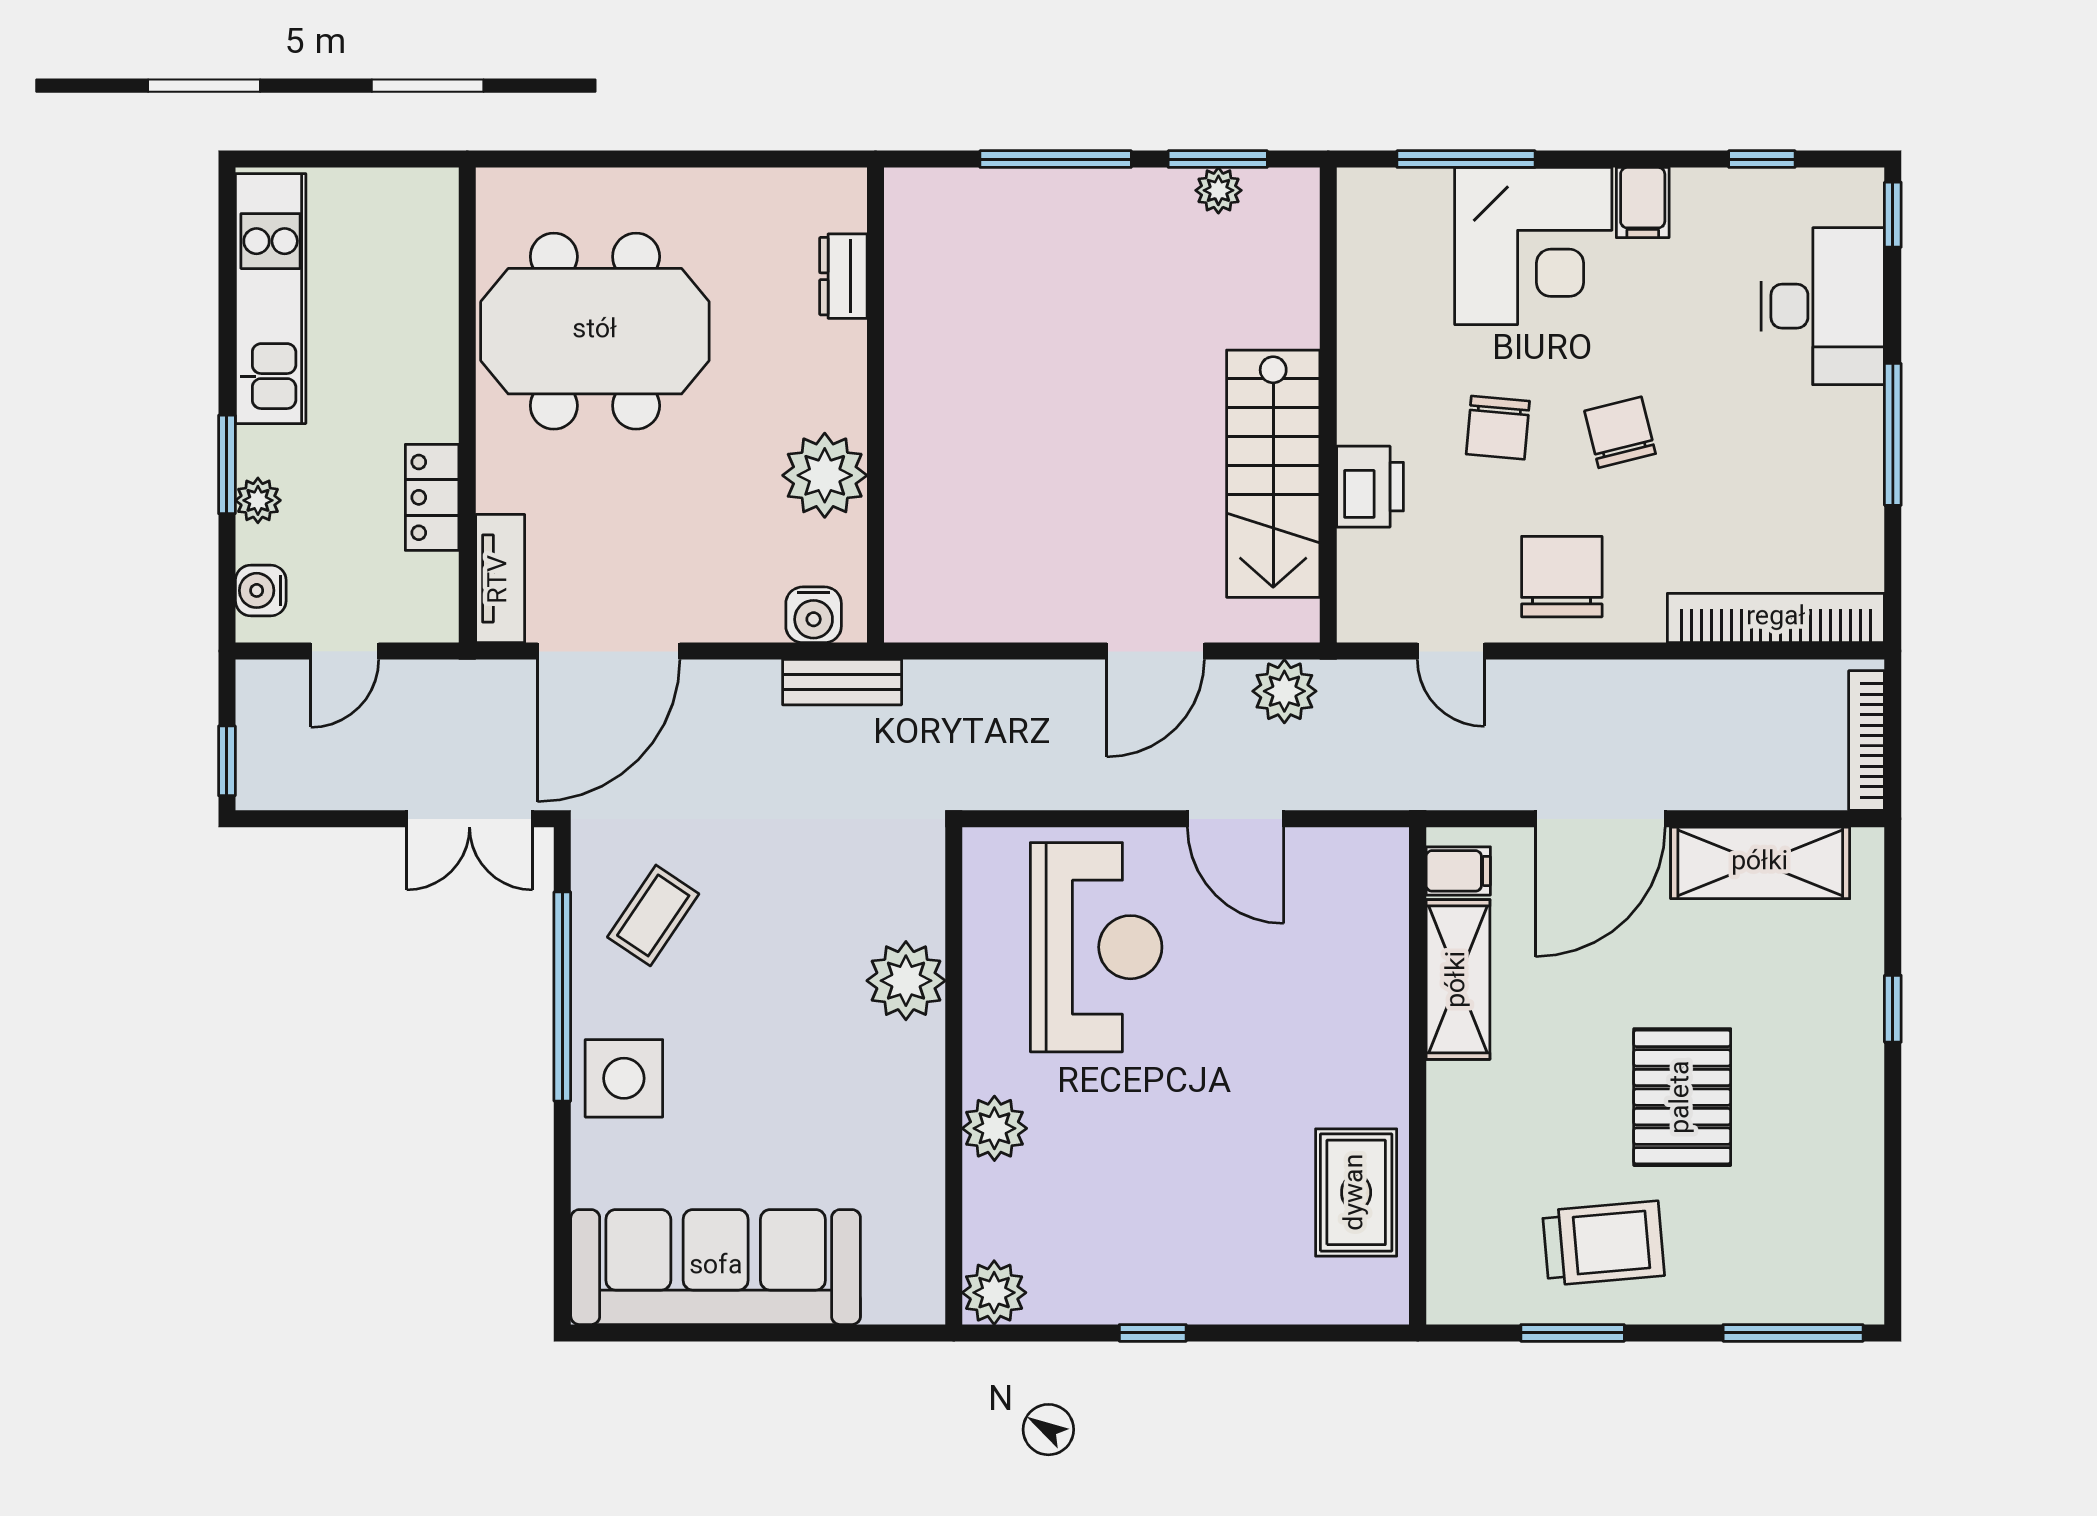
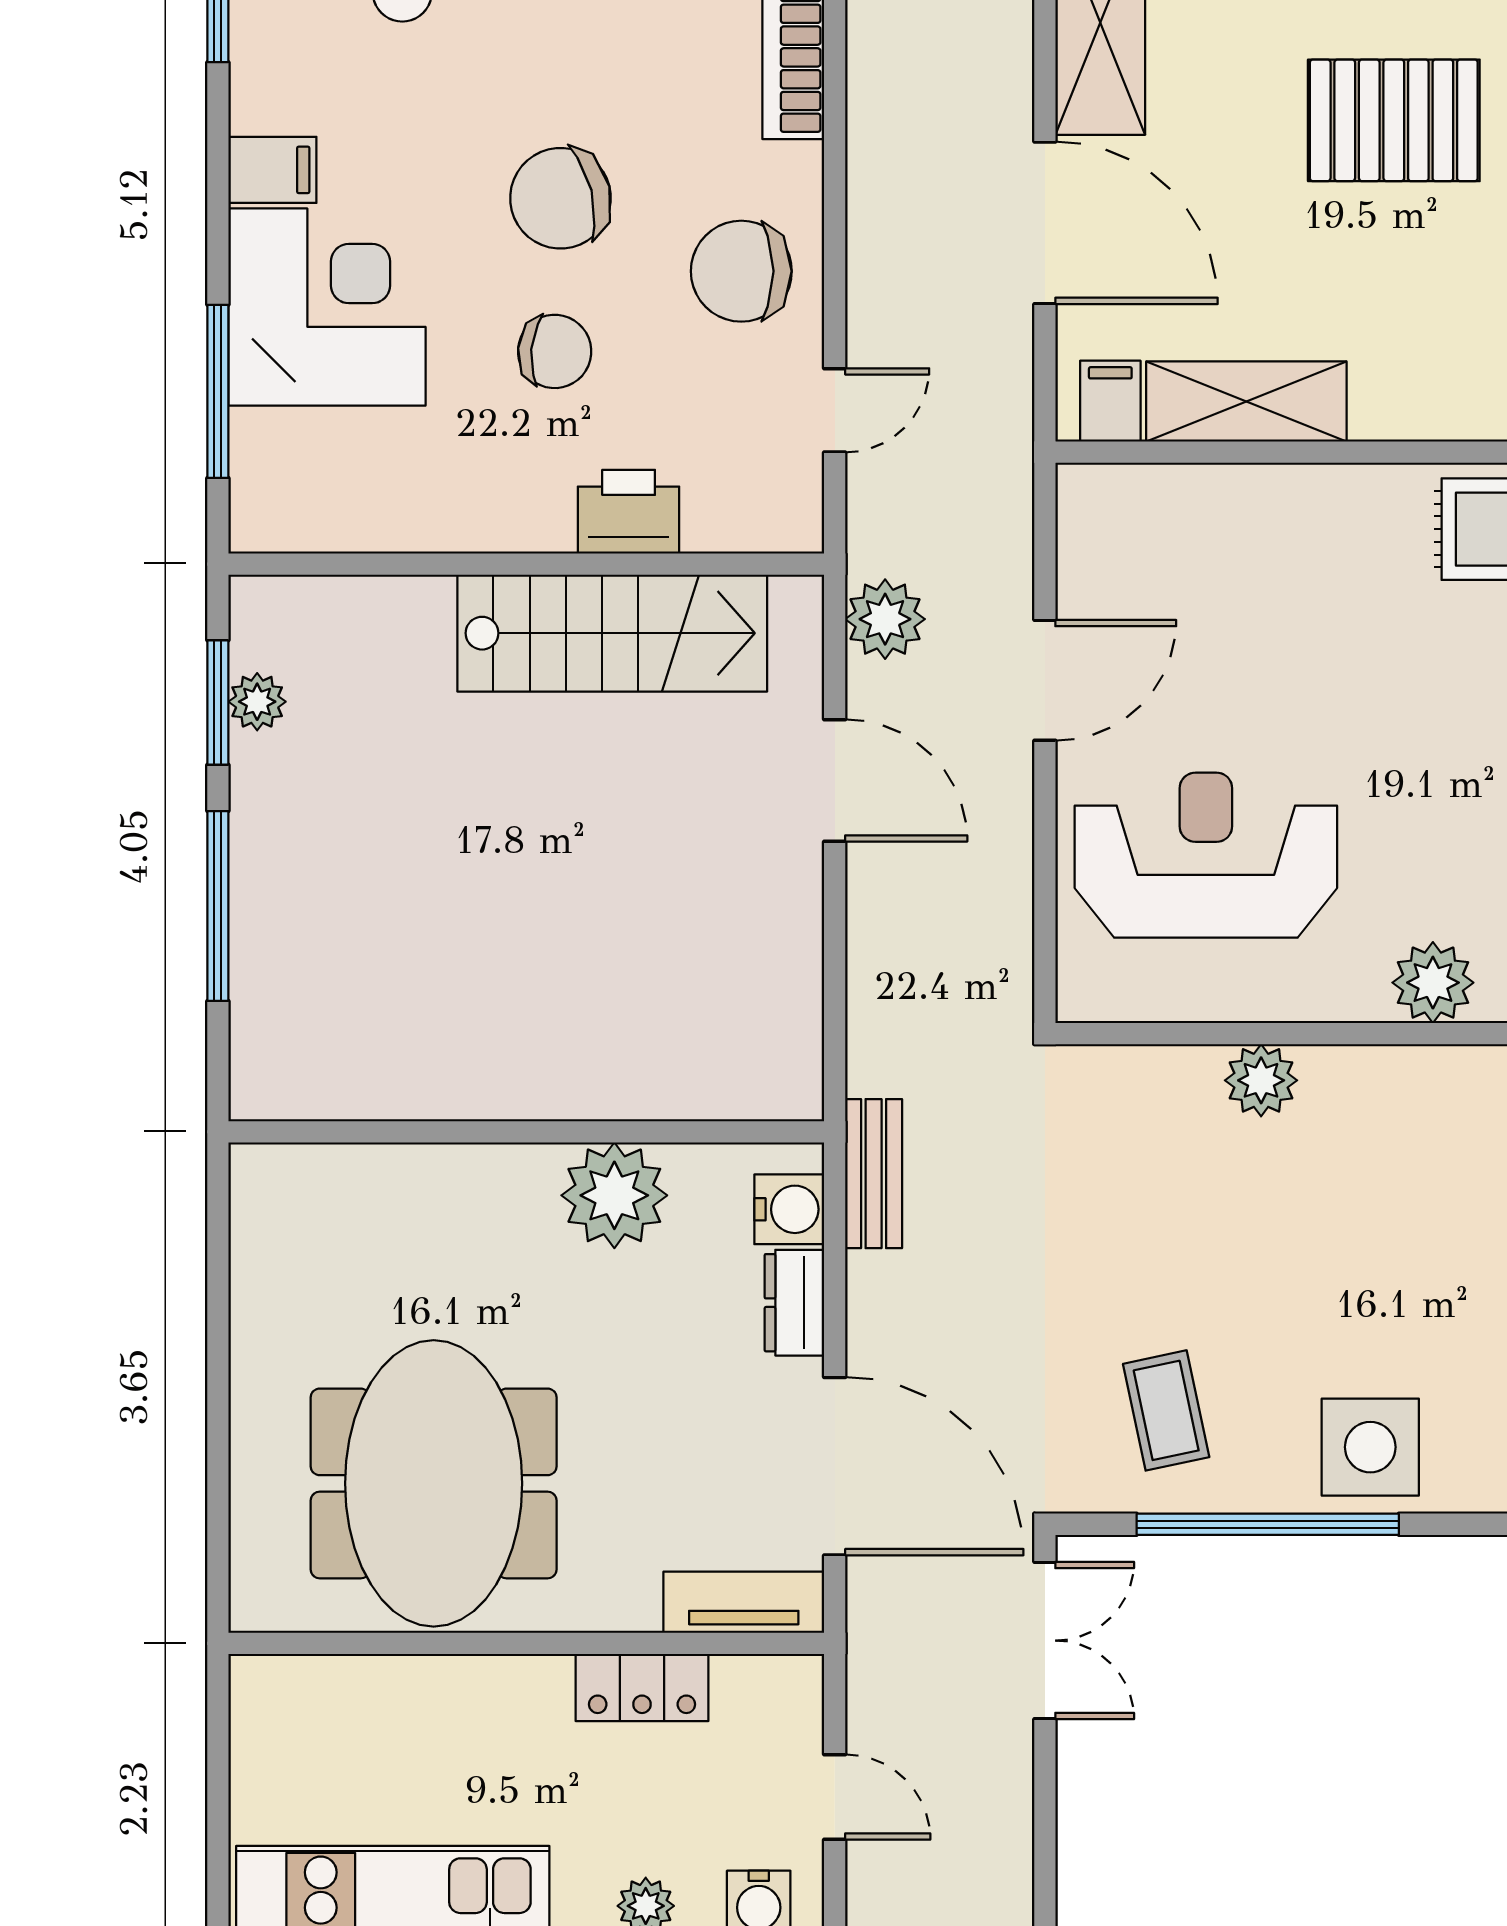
dresser: (843, 276) -> (794, 1303), moved, turned 90
chair: (1620, 432) -> (560, 198), width x1.37, depth x1.37
coffee table: (653, 915) -> (1166, 1410), turned 44
plant: (906, 981) -> (1261, 1080), width x0.73, depth x0.73

